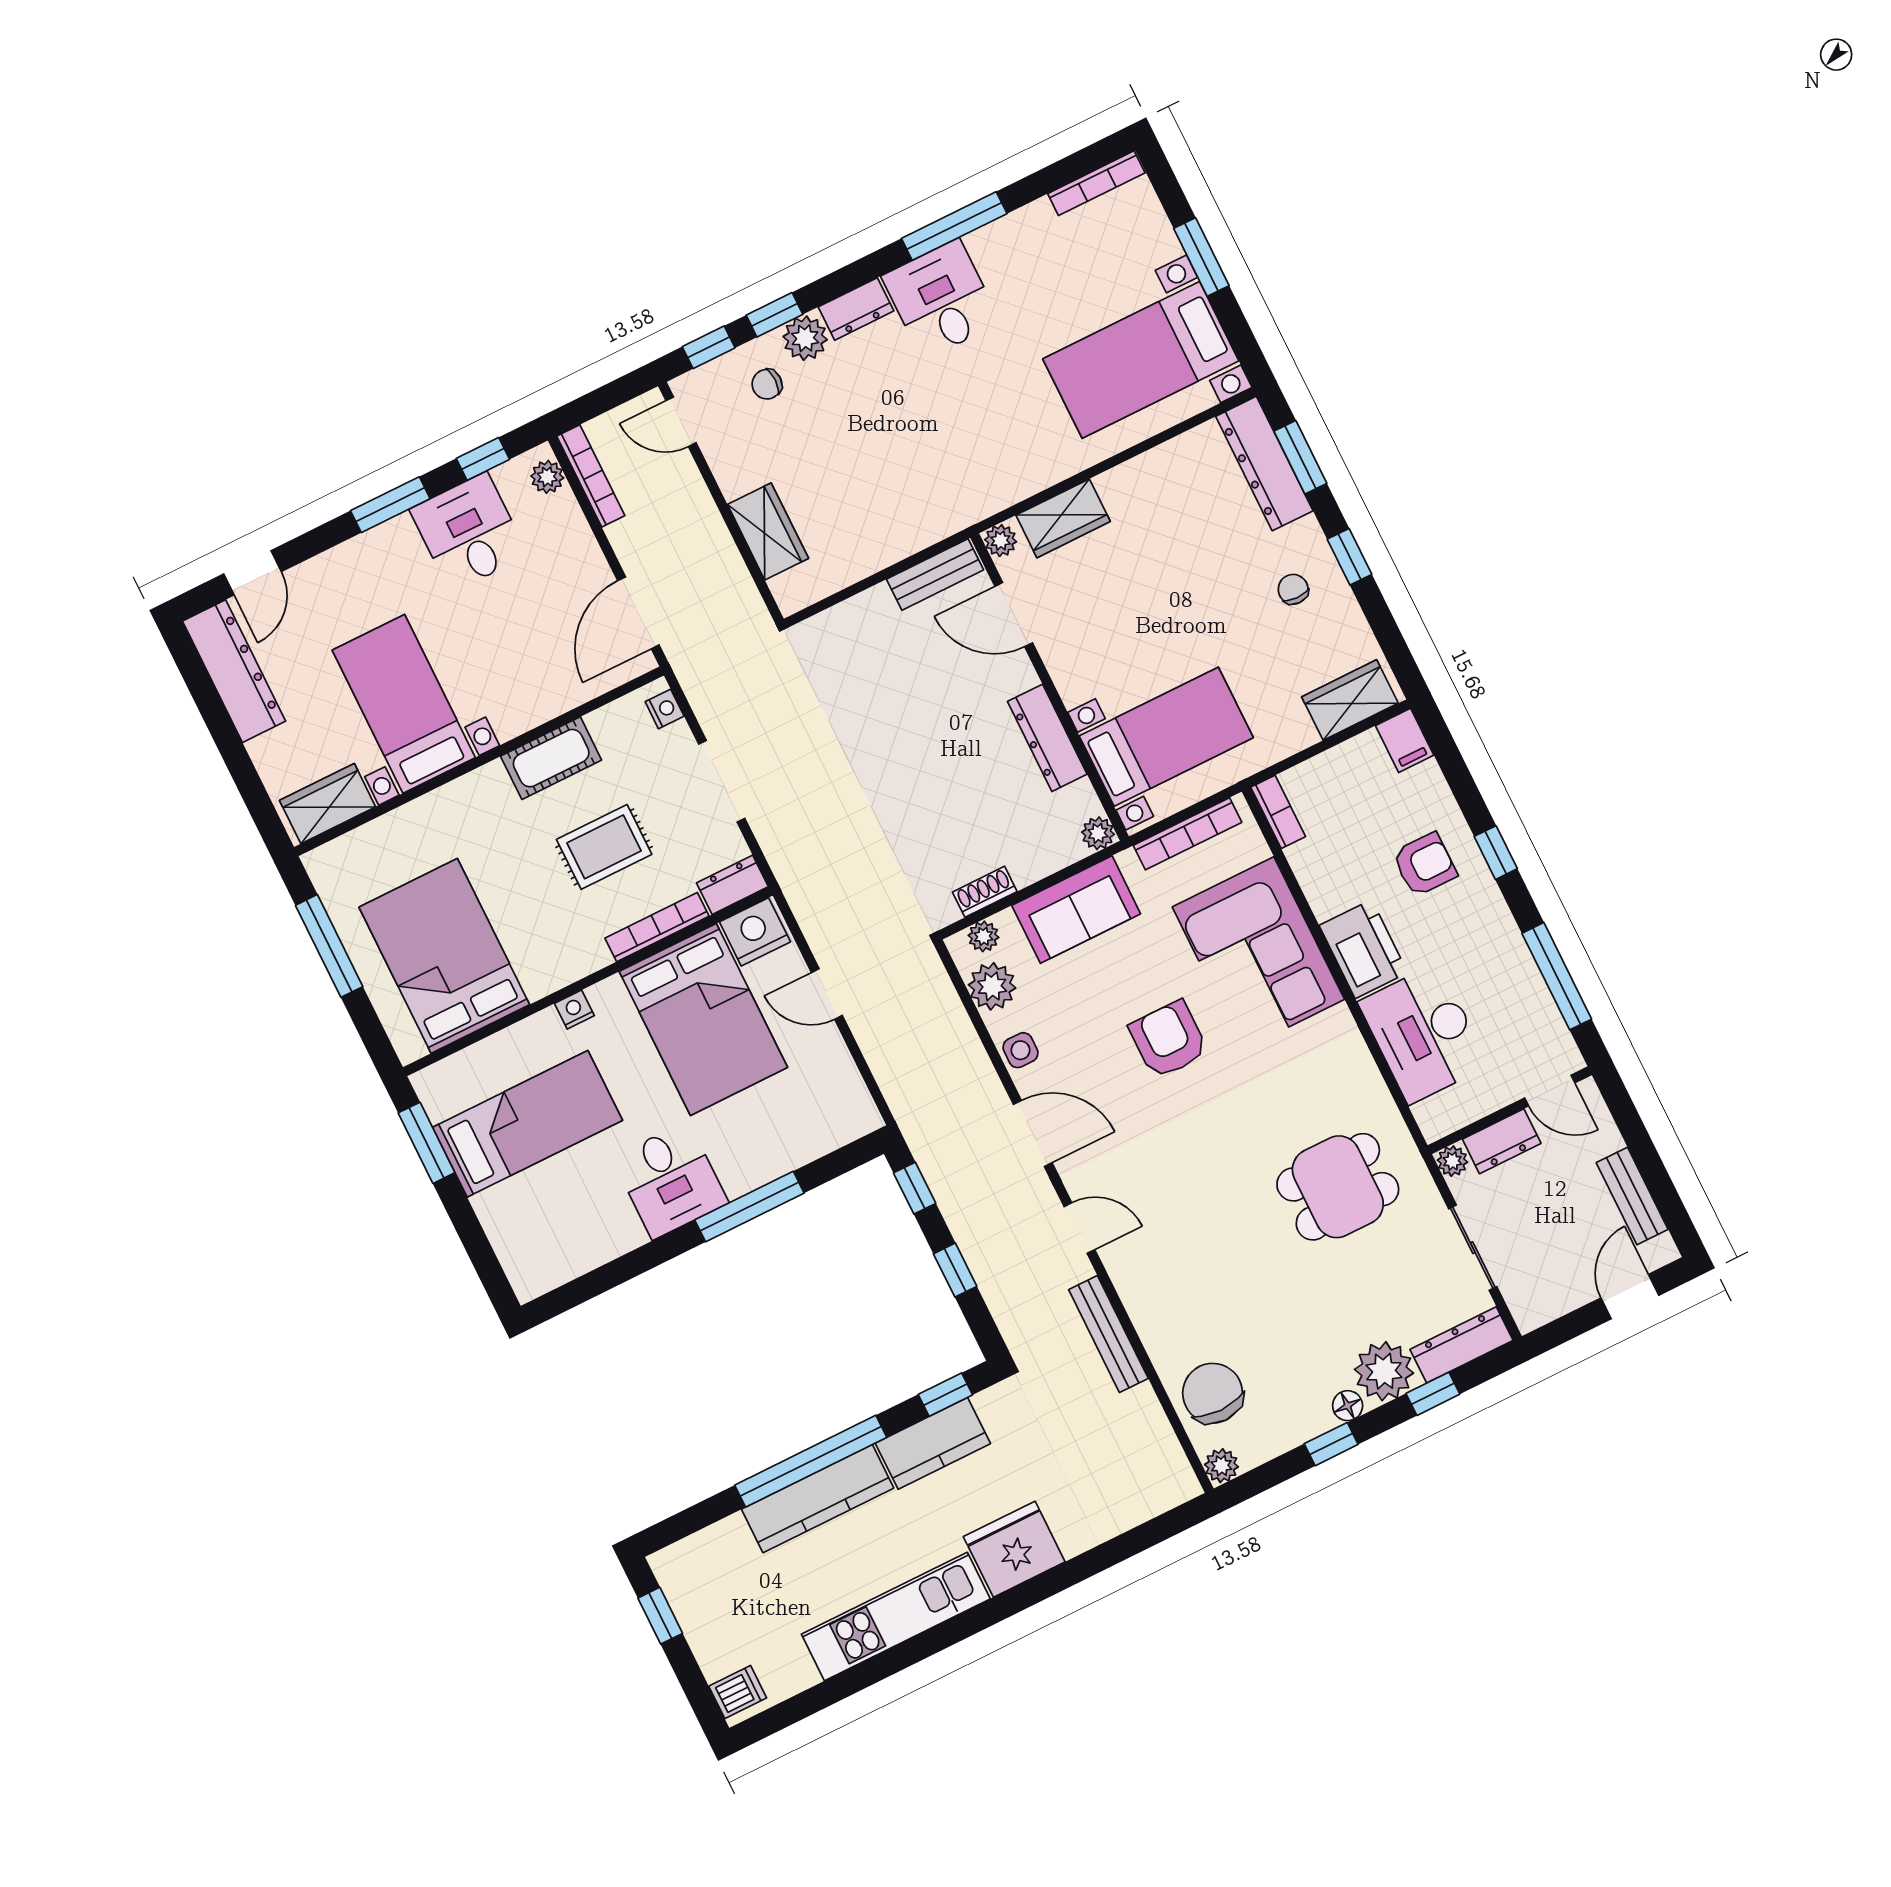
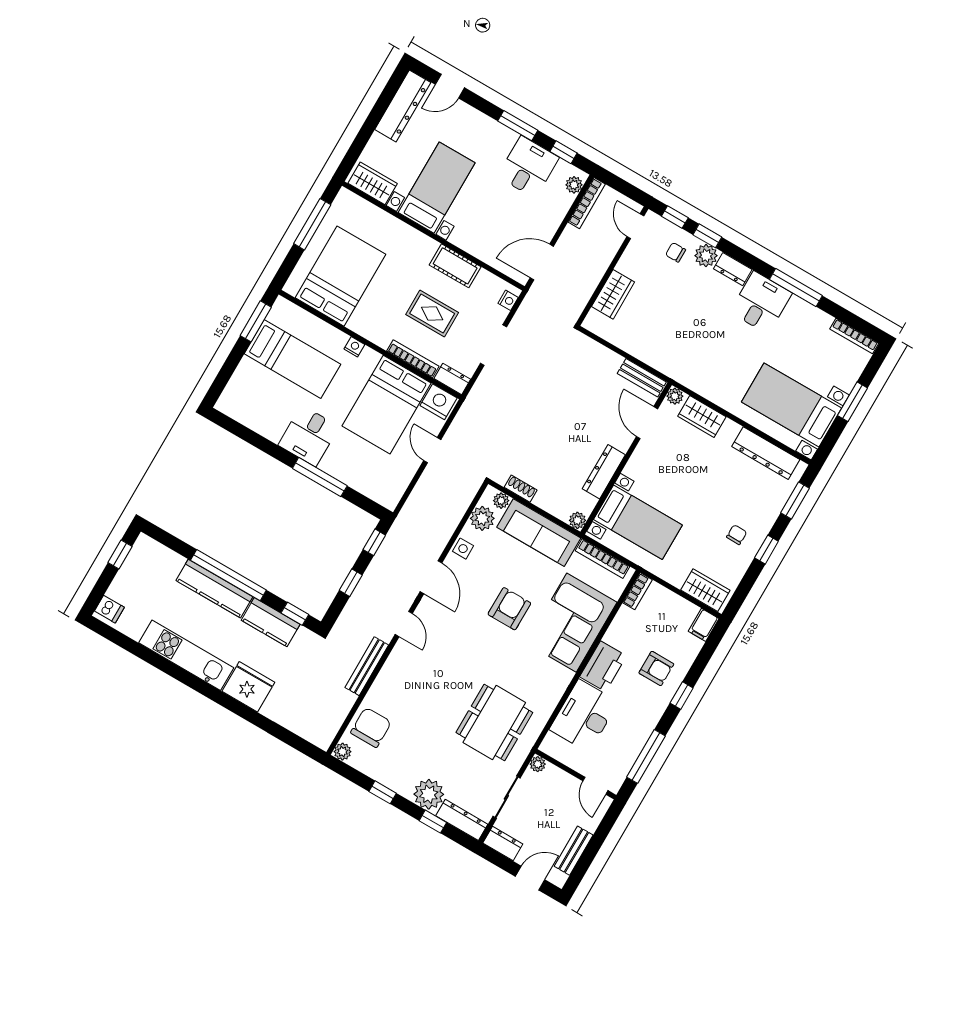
dresser: (1264, 464) -> (766, 453), moved, turned -90
sofa: (1076, 910) -> (539, 533), width x1.36
dresser: (1502, 1141) -> (503, 844), moved, turned 180
dining table: (1338, 1187) -> (494, 723), width x1.38
floor lamp: (1348, 1406) -> (404, 788), removed

